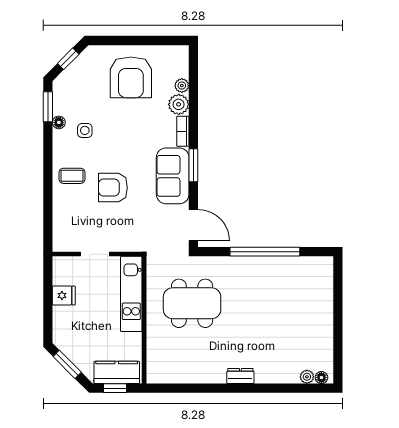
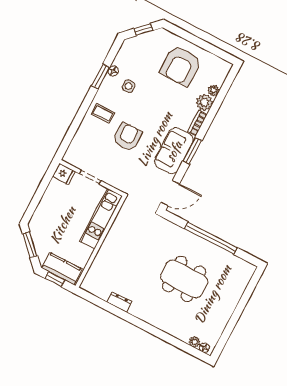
window: (48, 107) -> (100, 77), moved
armchair: (113, 188) -> (127, 137), turned 90
door: (193, 225) -> (170, 193), hinge flipped
fridge: (64, 295) -> (64, 174), moved
dining table: (192, 303) -> (184, 279), moved
dresser: (240, 376) -> (120, 302), moved

